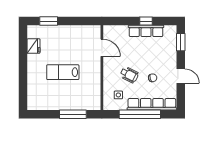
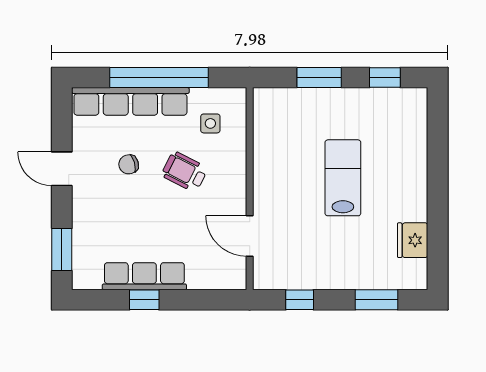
window: (81, 21) -> (300, 300), added
lab bench: (63, 72) -> (343, 178), turned -90
window: (45, 114) -> (385, 78), added
window: (73, 114) -> (319, 78), width x0.69

